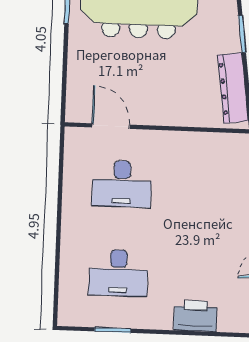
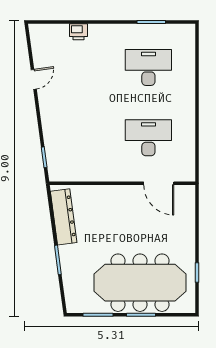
printer: (195, 316) -> (79, 32), width x0.53, depth x0.68

